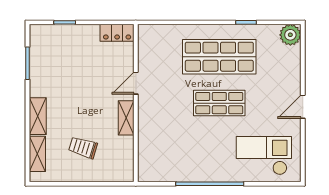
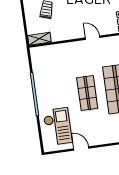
door: (303, 107) -> (81, 149), moved
shelving: (126, 118) -> (39, 39), moved

